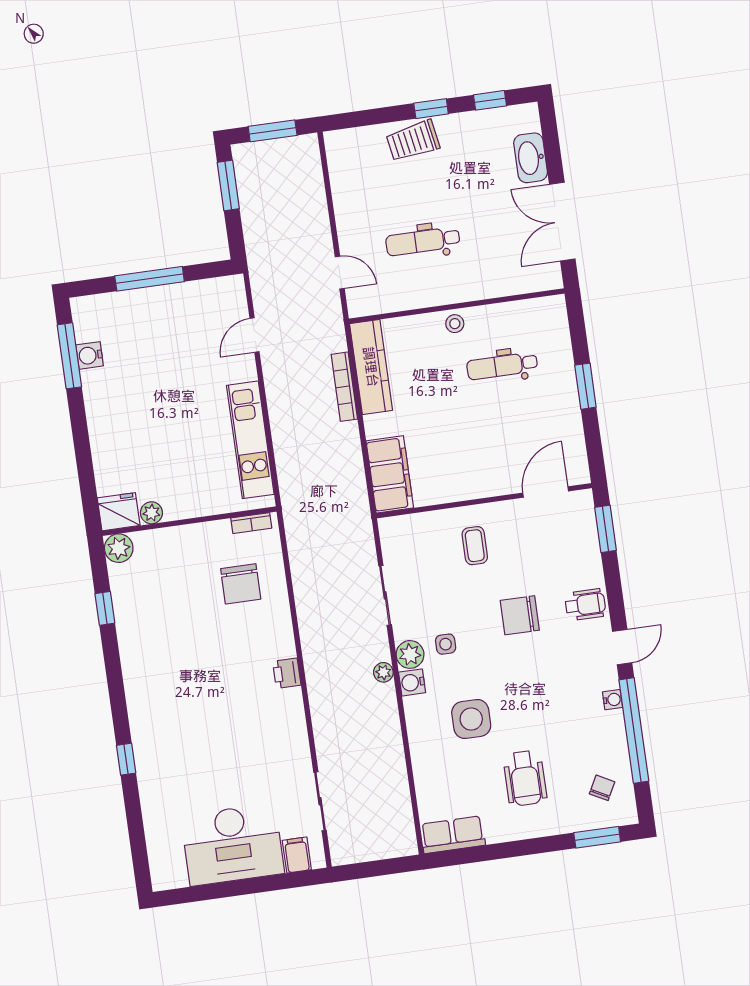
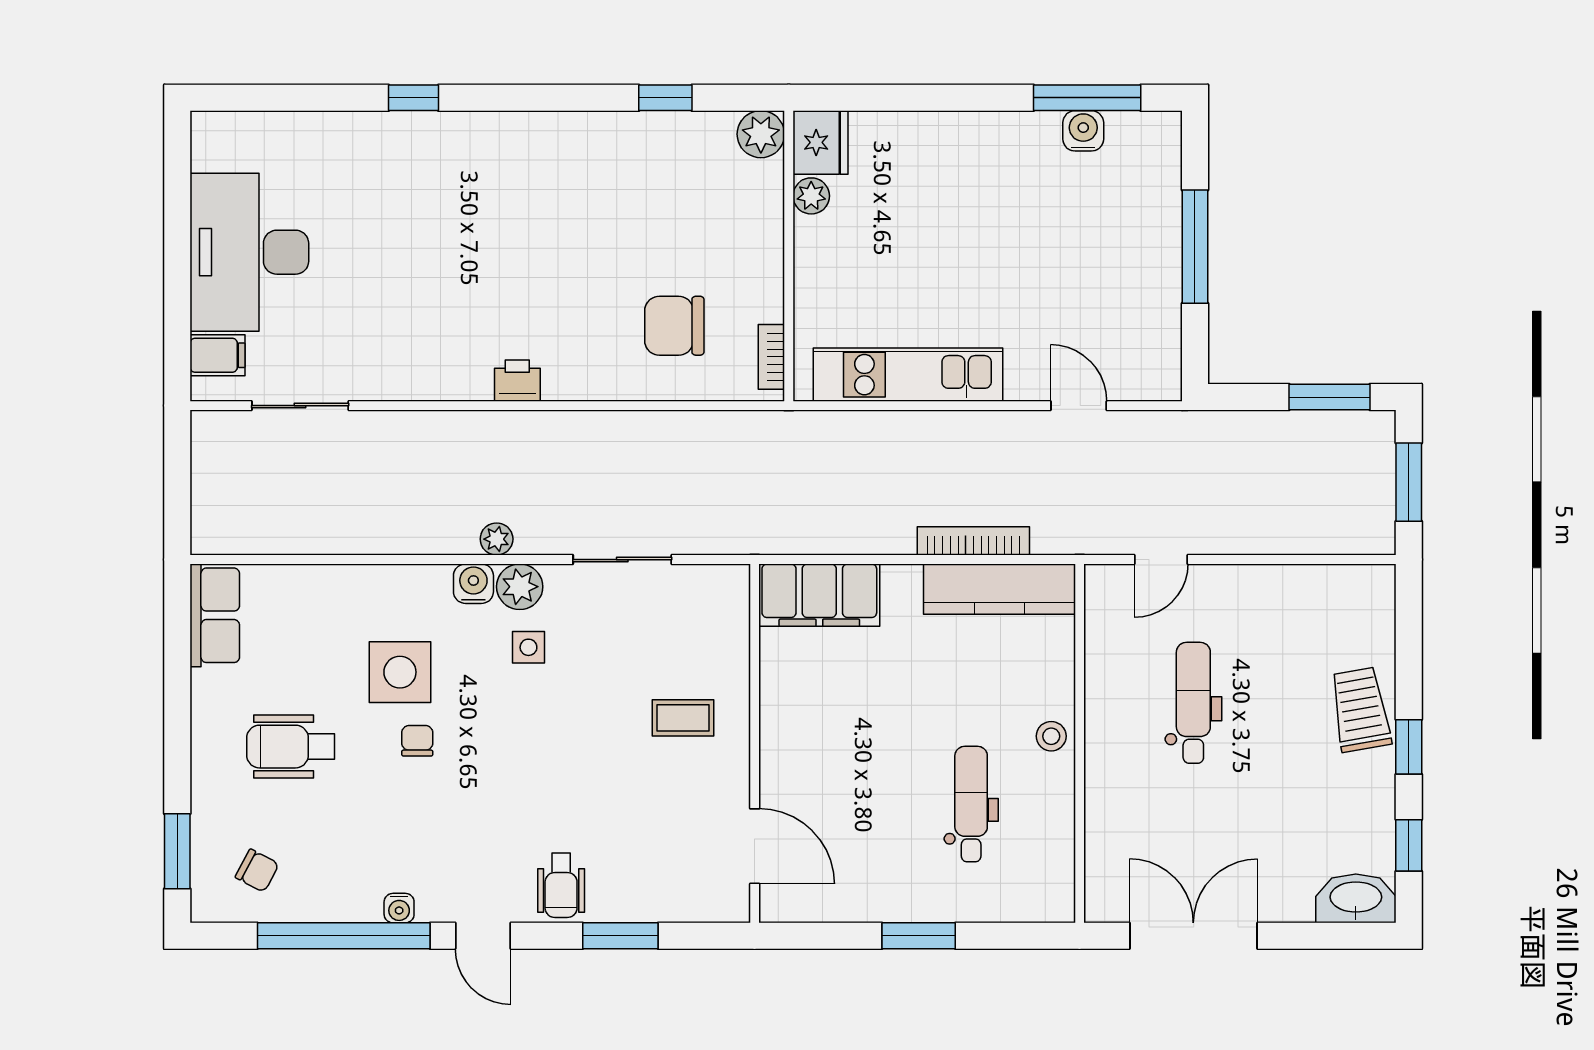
washbasin: (531, 158) -> (1356, 898), moved
window: (606, 529) -> (620, 936), moved
chair: (520, 615) -> (417, 741), moved, width x0.54, depth x0.54

